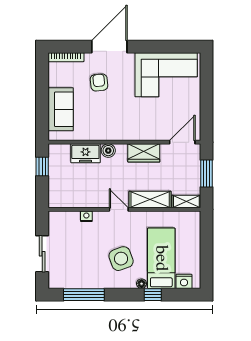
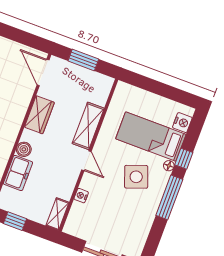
shelving: (186, 202) -> (57, 214), moved
door: (119, 209) -> (86, 161), swing flipped
window: (84, 295) -> (169, 197), moved

